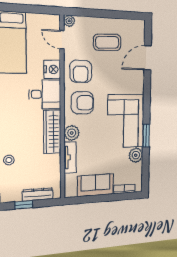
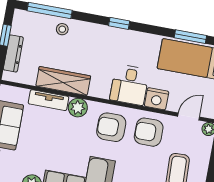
armchair: (82, 103) -> (111, 127), turned 90
wardrobe: (52, 132) -> (63, 81), moved

